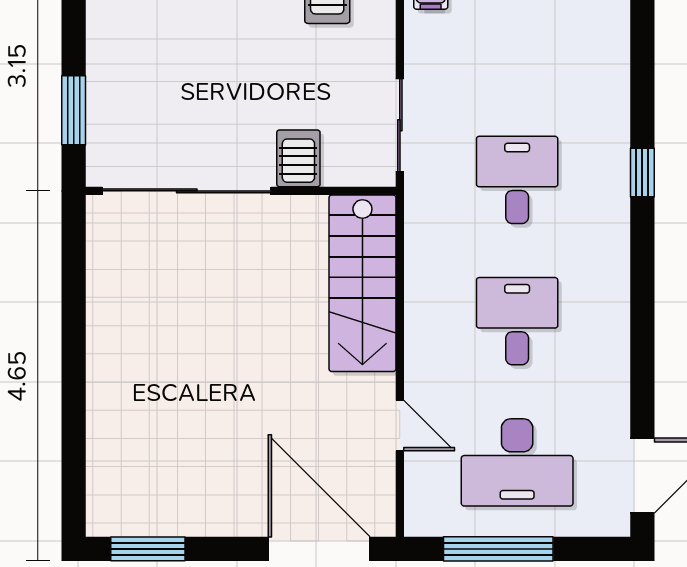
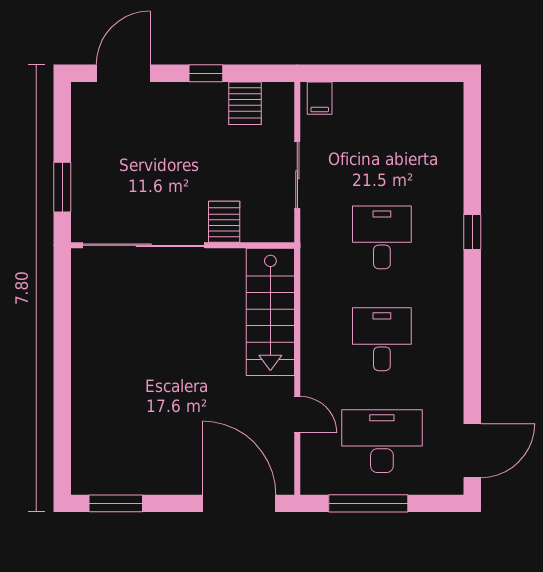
sliding door: (400, 125) -> (297, 175), moved
desk: (517, 462) -> (382, 441), turned 180

